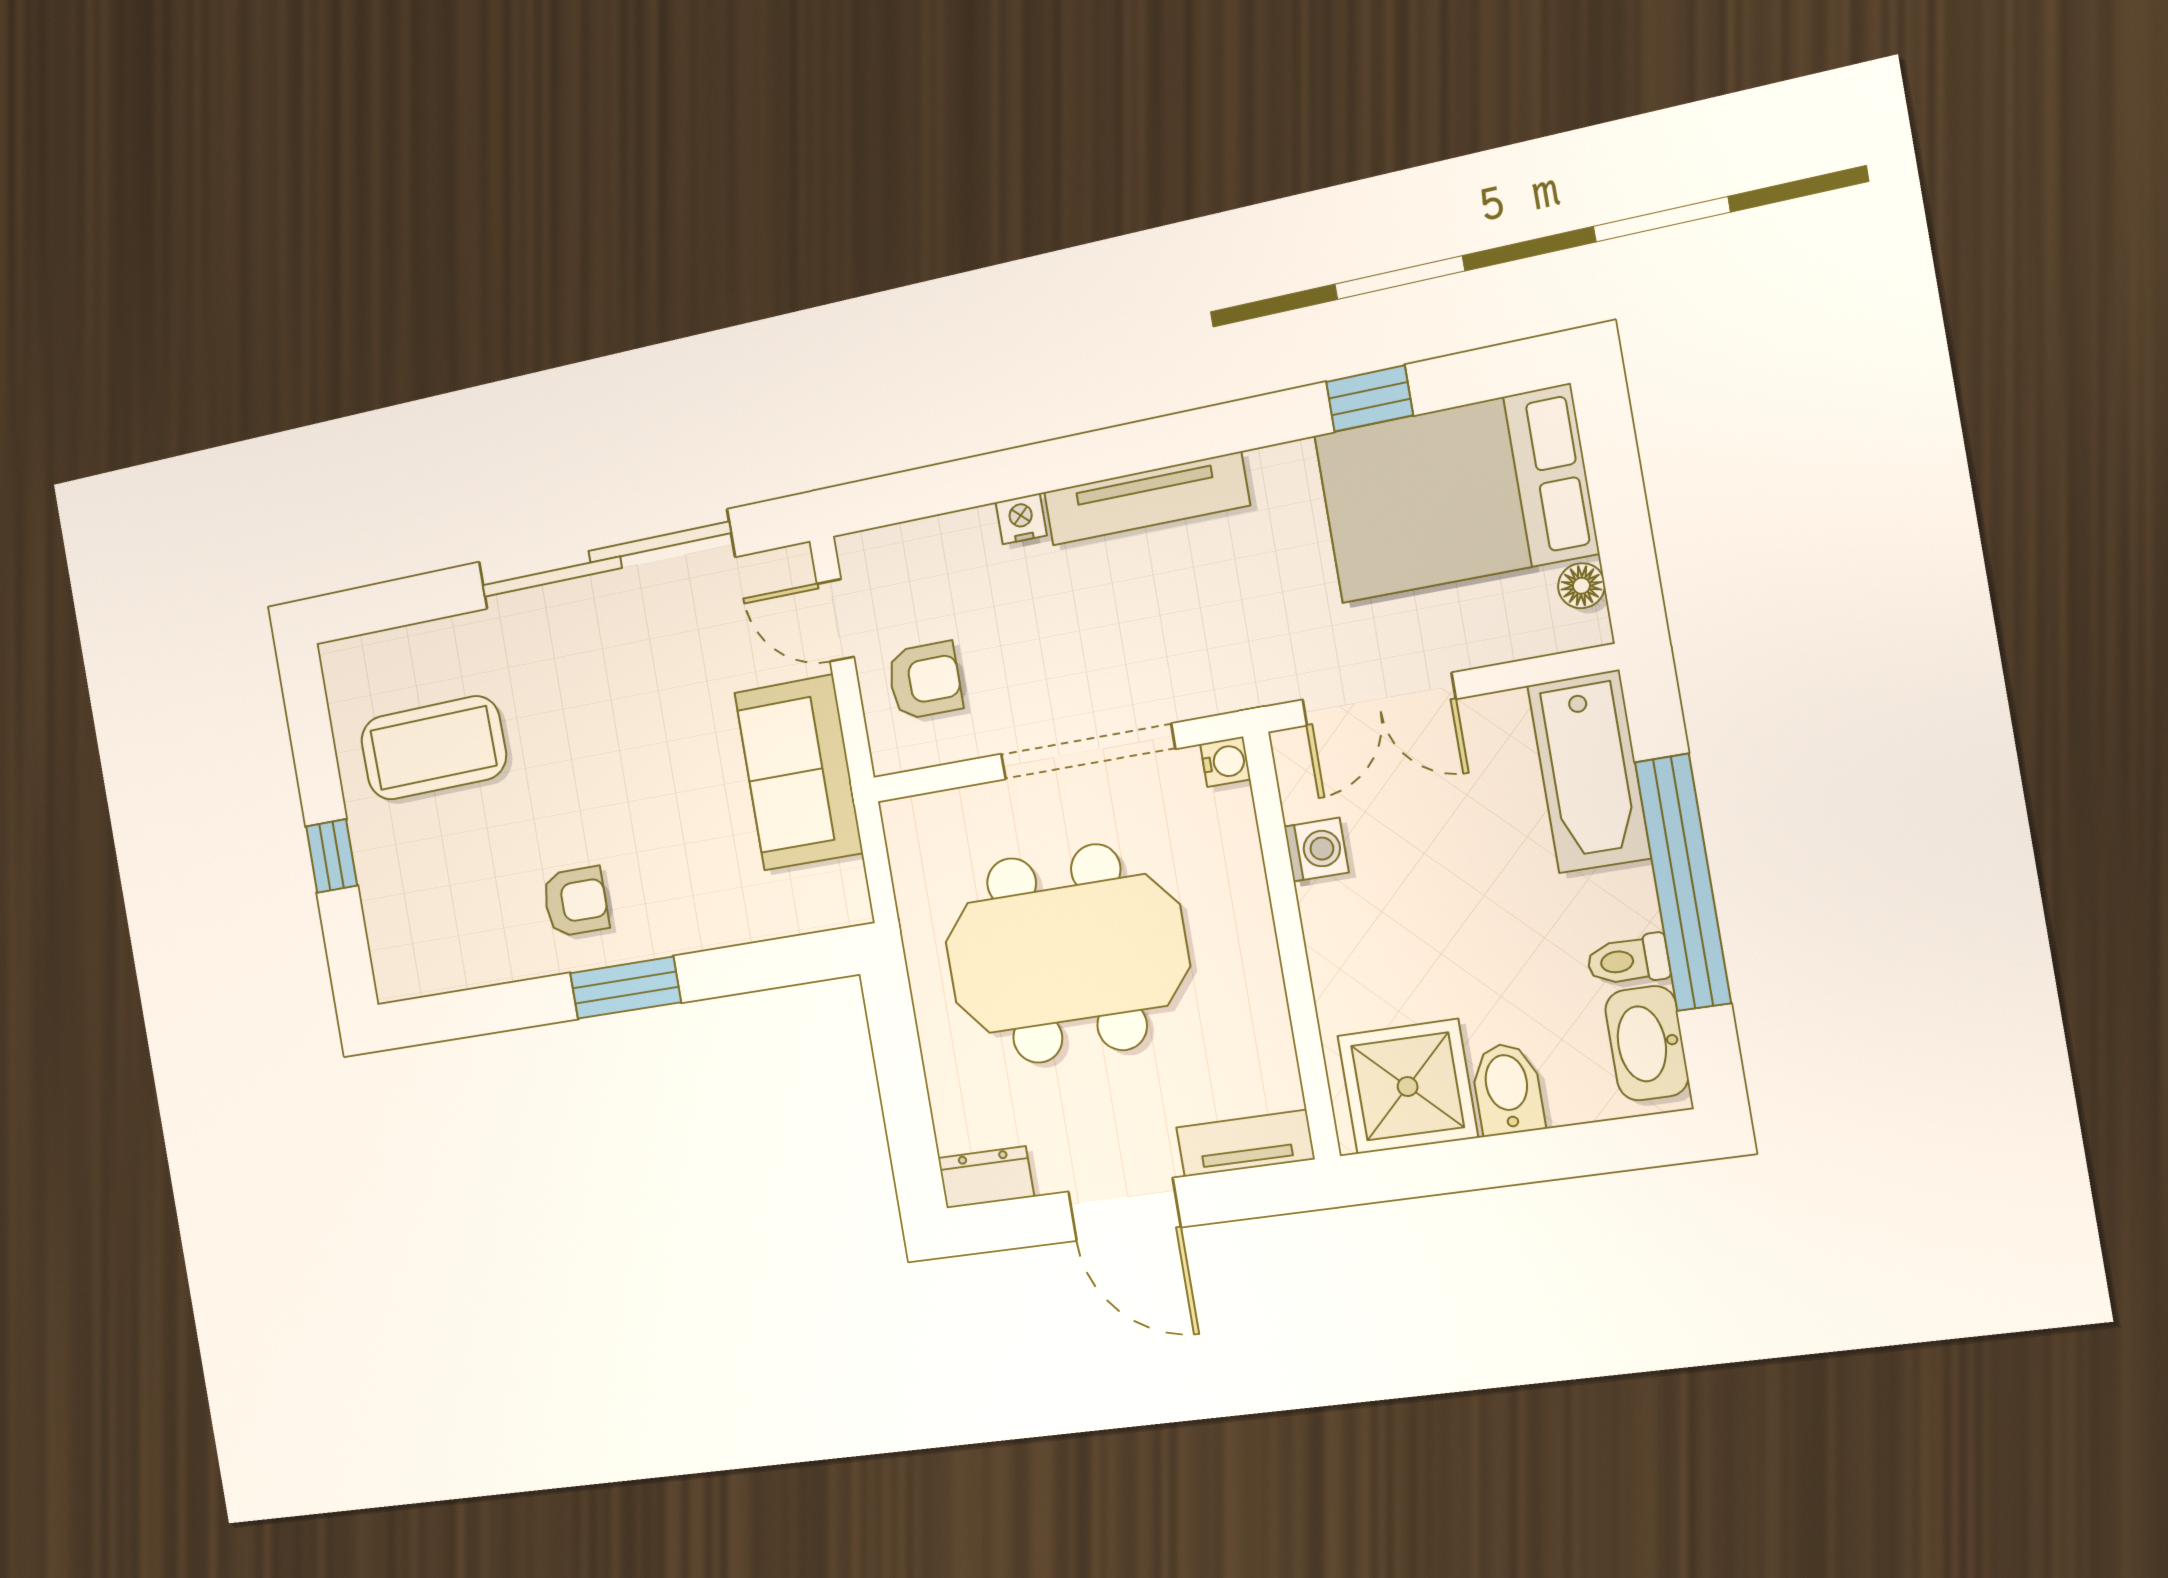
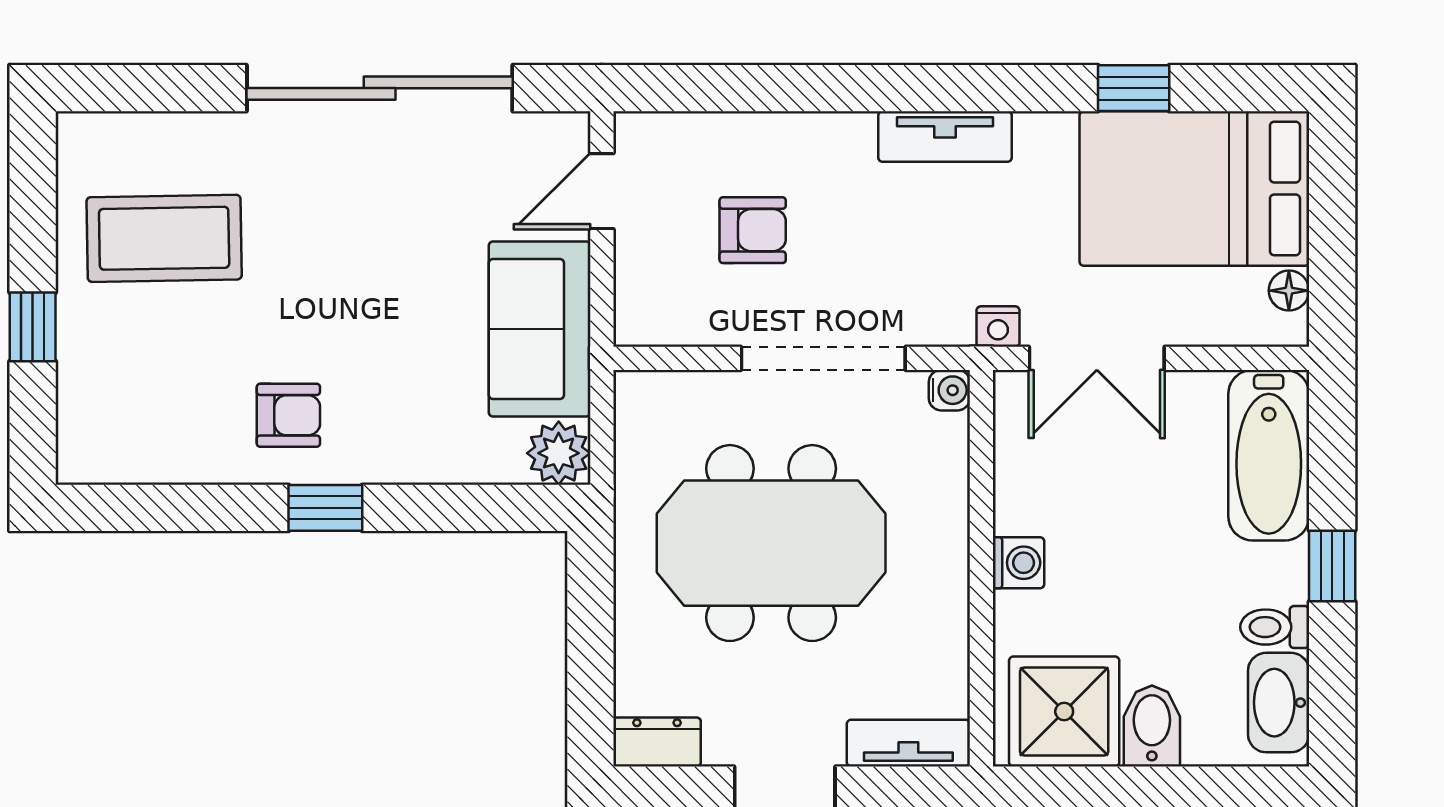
tv unit: (1146, 499) -> (945, 136), width x0.71
nightstand: (1021, 519) -> (998, 327), moved, turned 180
door: (835, 620) -> (602, 191), hinge flipped
armchair: (925, 681) -> (753, 230), moved
washing machine: (1316, 849) -> (1018, 563), moved
window: (1683, 883) -> (1332, 566), width x0.32
plant: (838, 896) -> (559, 453), added
window: (625, 988) -> (325, 508), width x0.67

